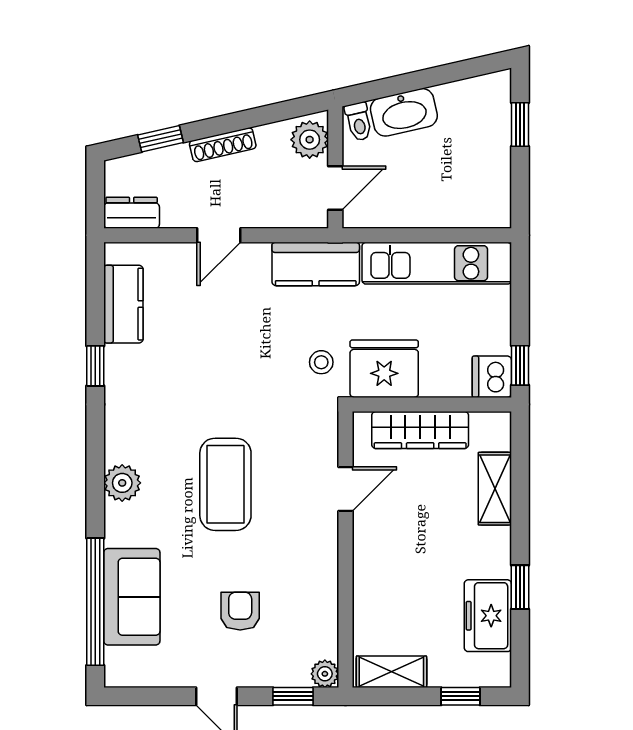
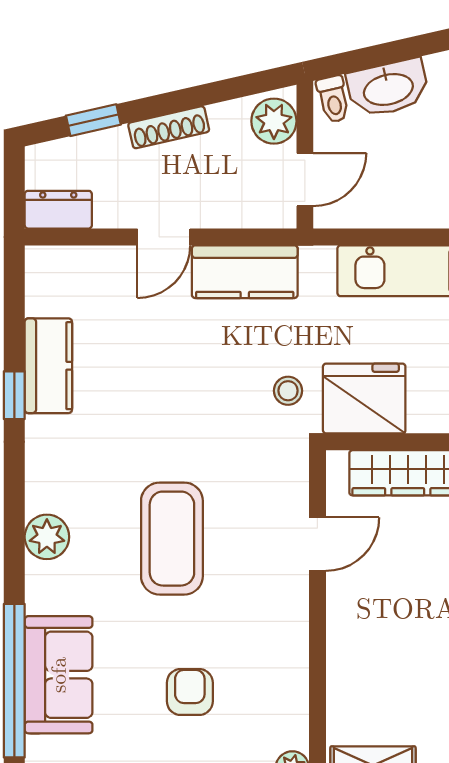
kitchen counter: (316, 264) -> (245, 272), moved
kitchen counter: (123, 304) -> (48, 366), moved

